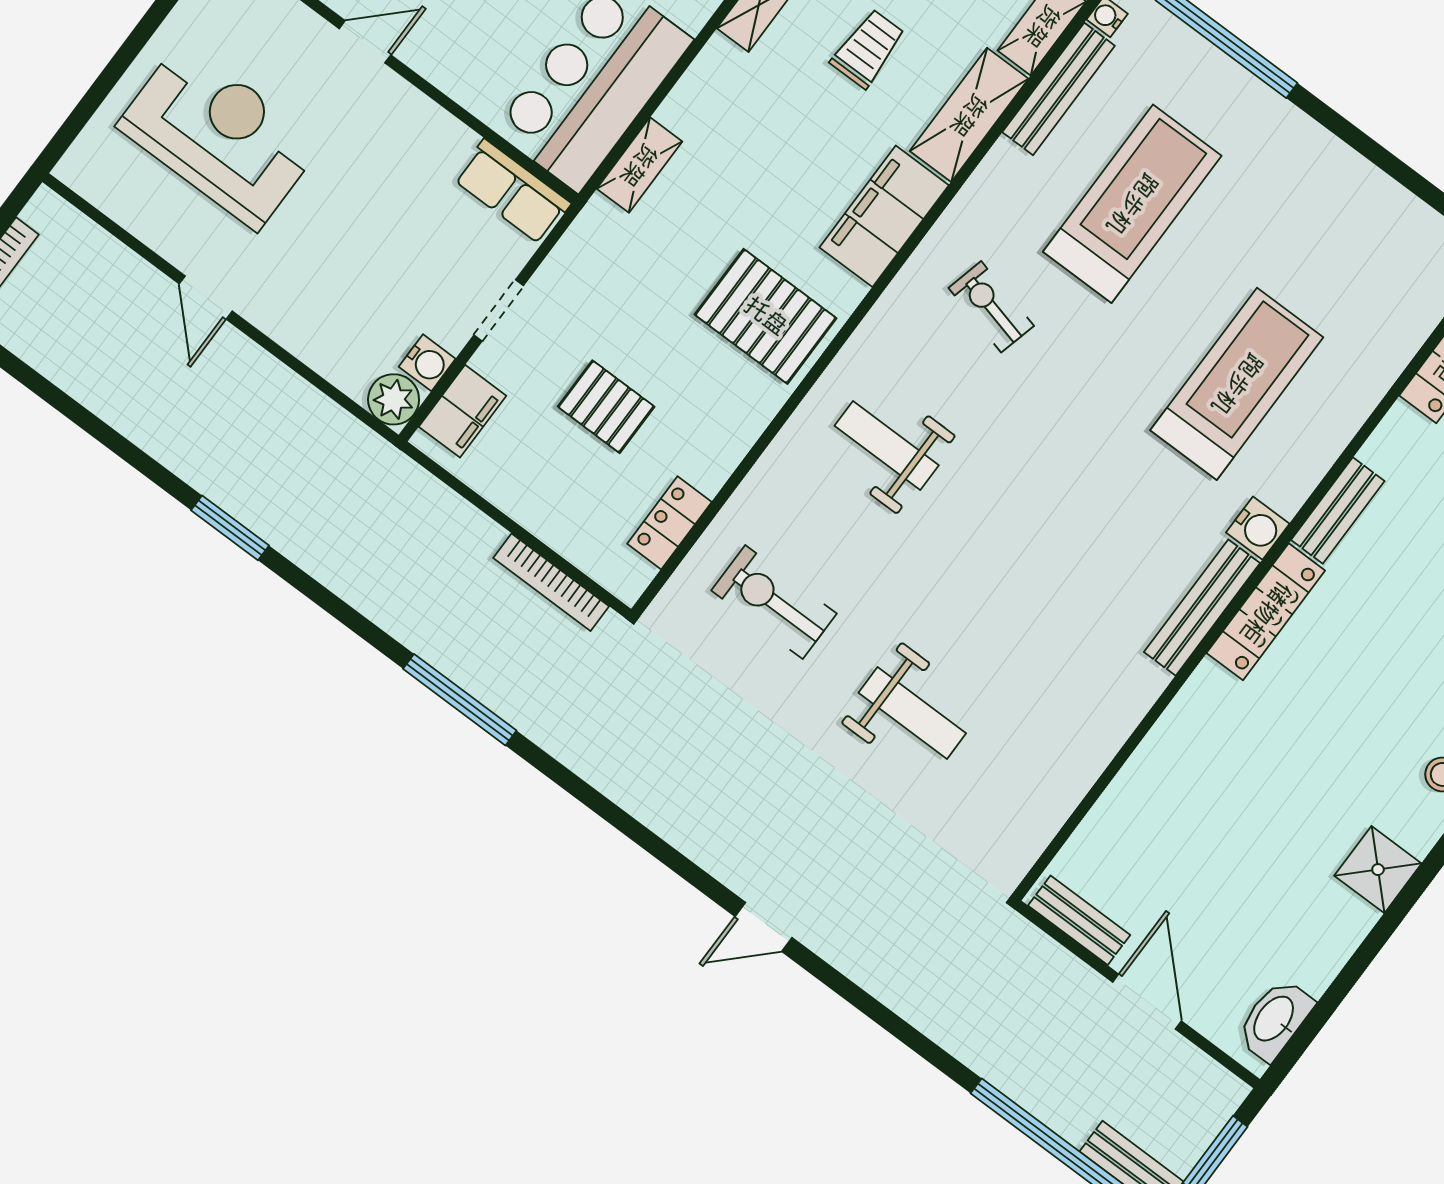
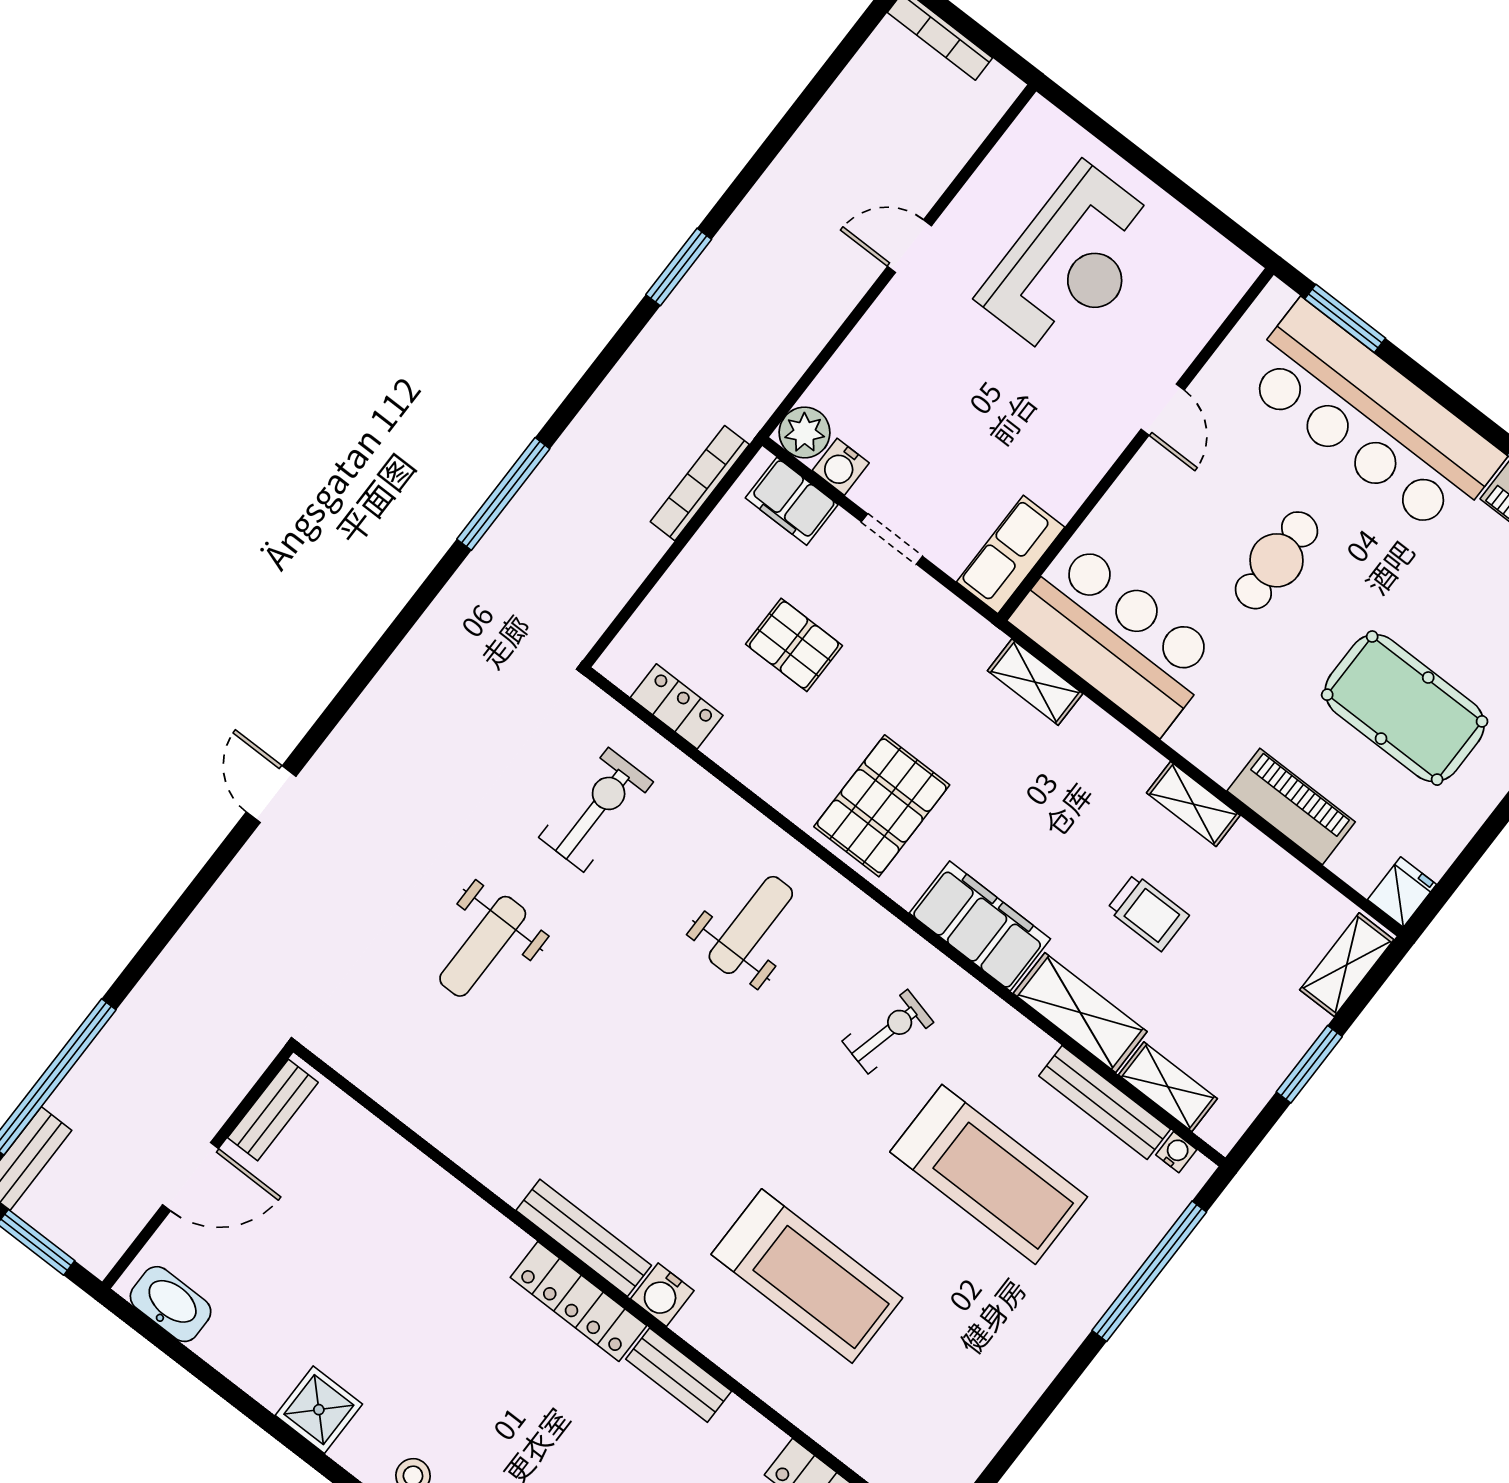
pallet: (606, 407) -> (794, 645), turned 90
bookcase: (551, 582) -> (700, 483), moved

